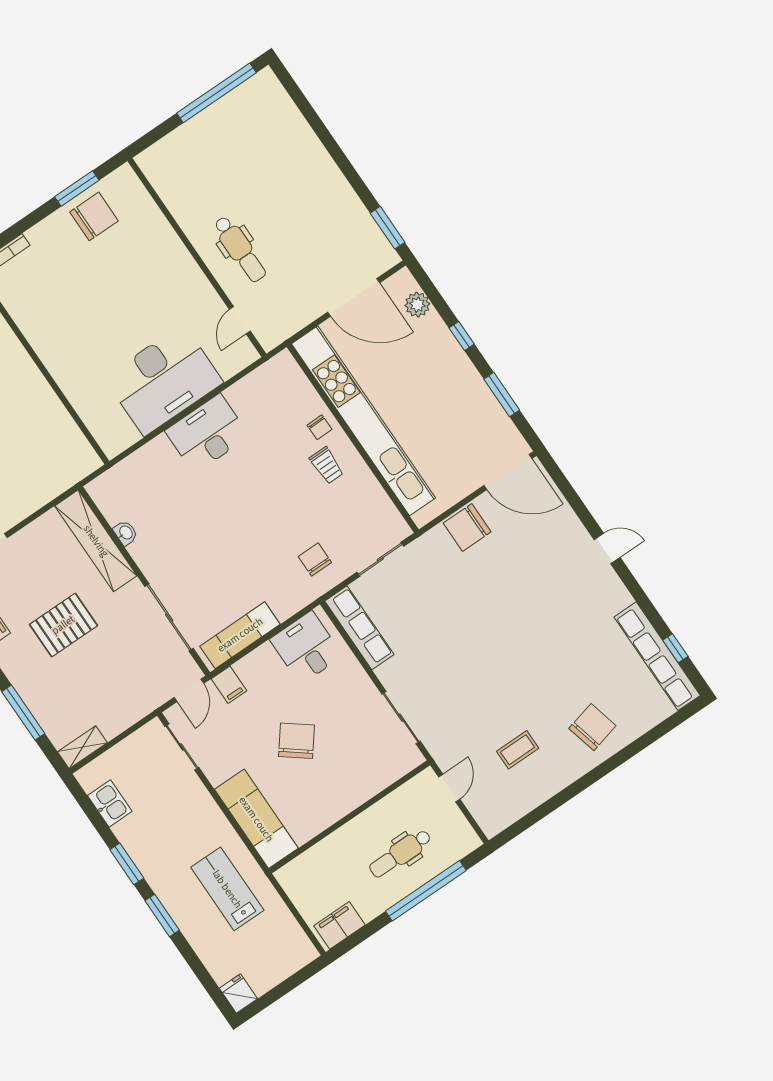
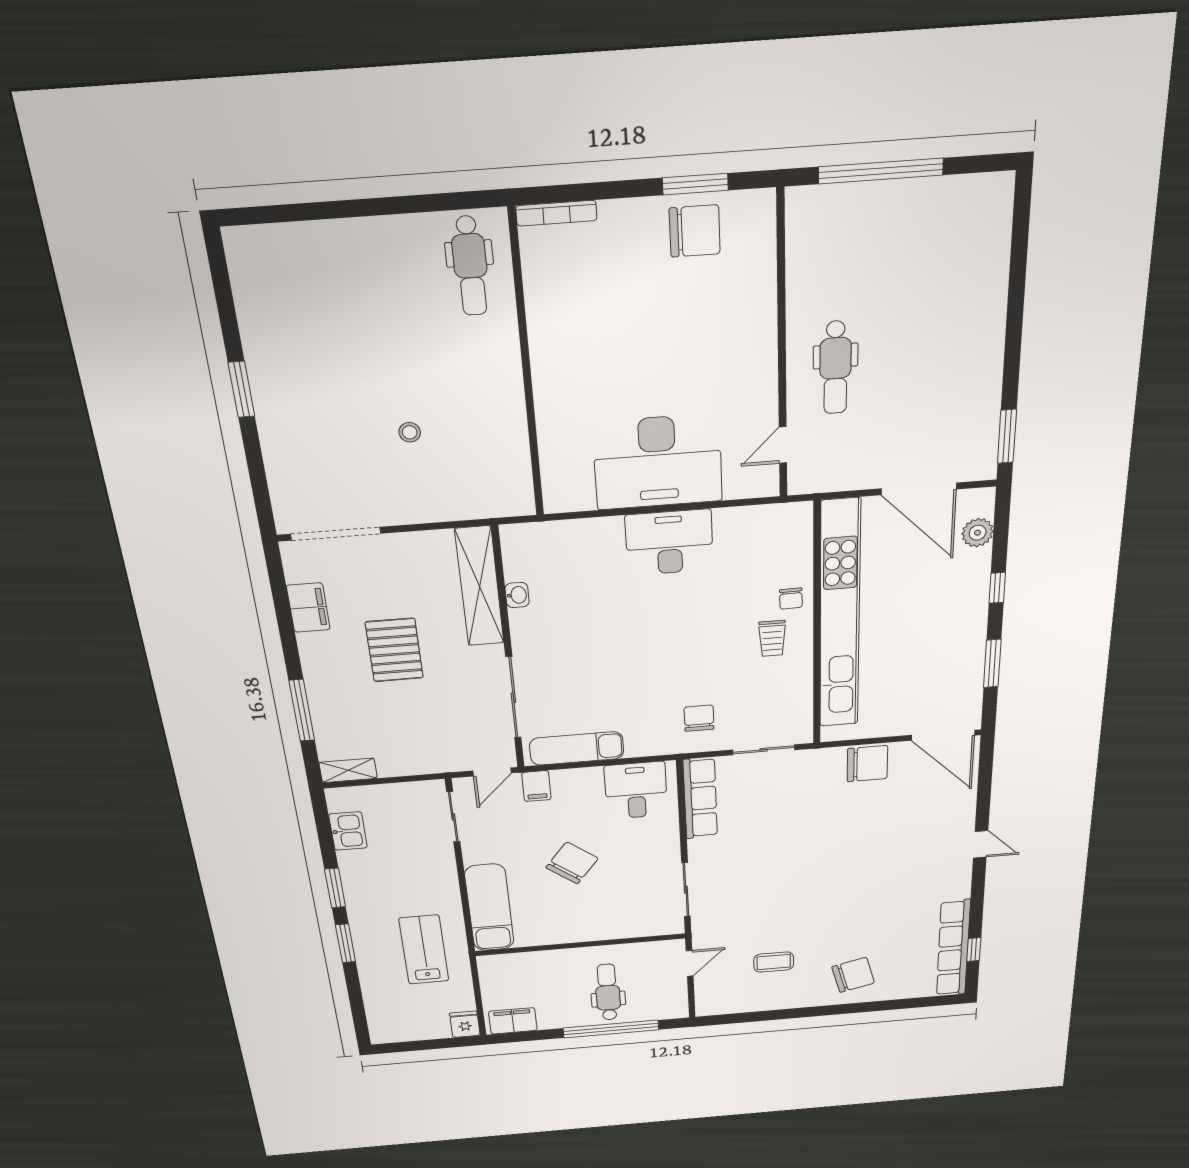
window: (217, 93) -> (881, 171), moved
chair: (467, 527) -> (867, 764), turned 180
pallet: (63, 625) -> (394, 650), turned 90
dental chair: (400, 853) -> (608, 992), turned 90
fridge: (238, 993) -> (465, 1024), moved

